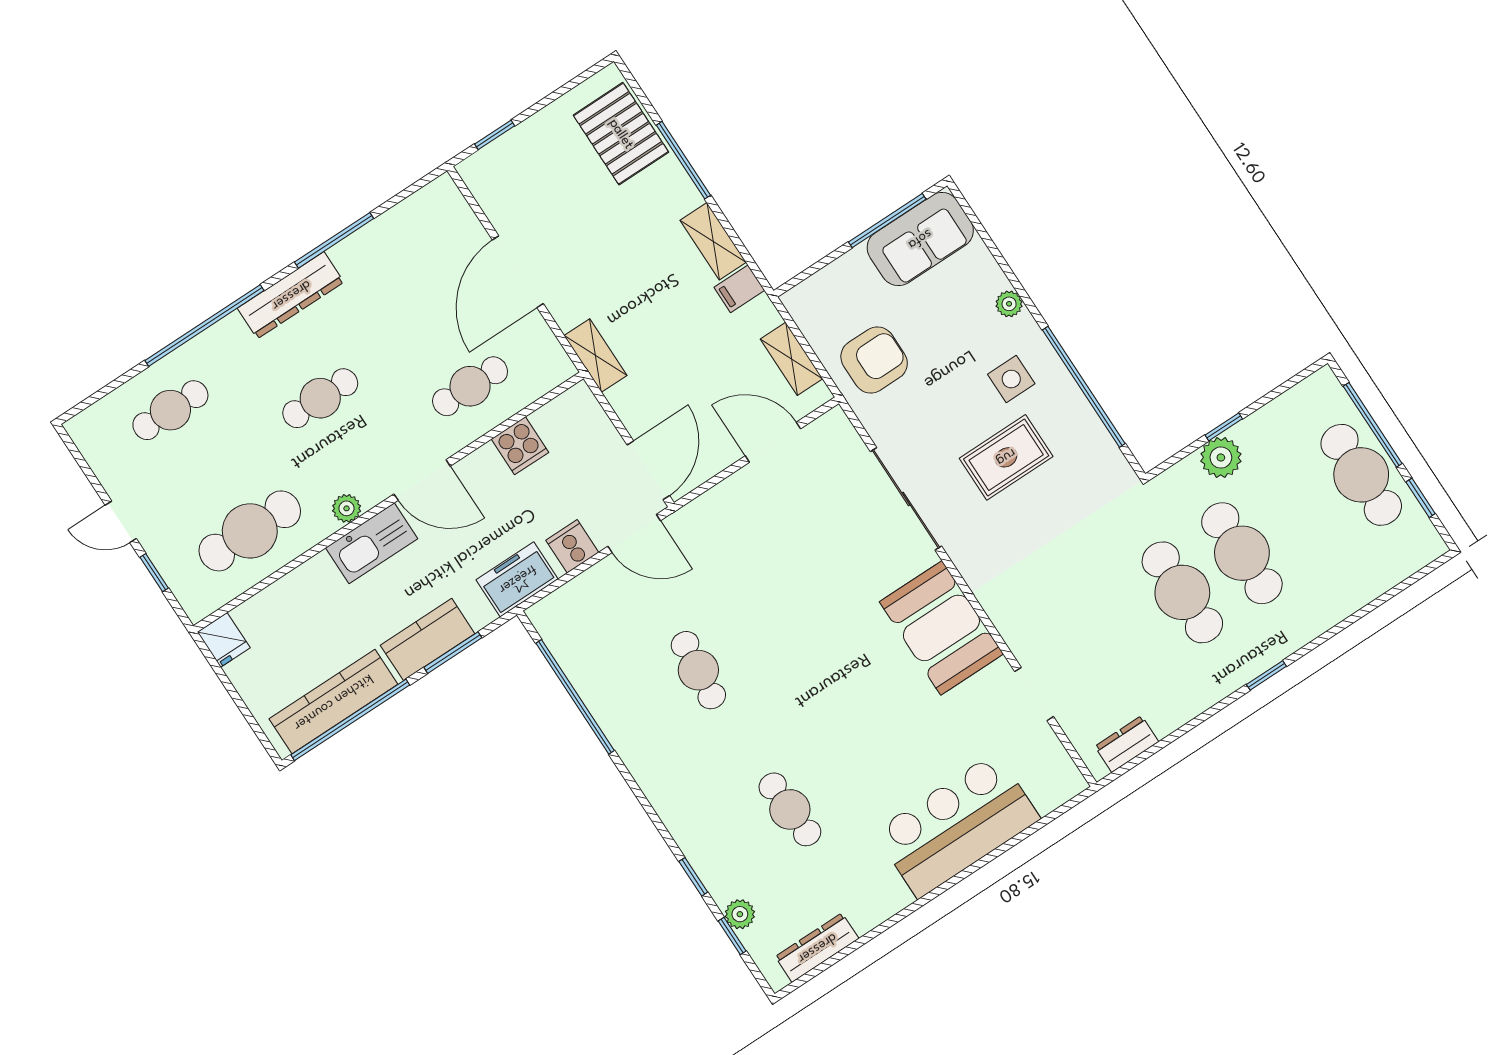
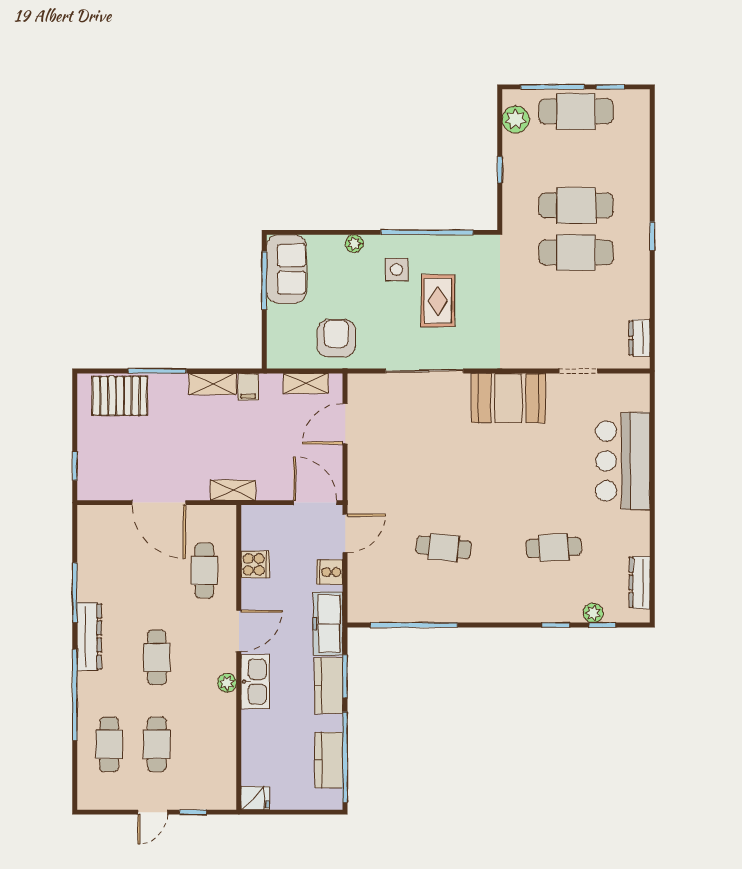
plant: (1221, 458) -> (516, 120), moved
cafe table: (250, 531) -> (157, 744), moved, width x0.73, depth x0.74
freezer: (517, 579) -> (328, 624), width x1.40
kitchen counter: (333, 702) -> (329, 760), width x0.67

